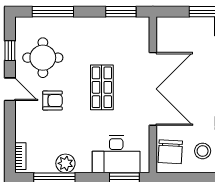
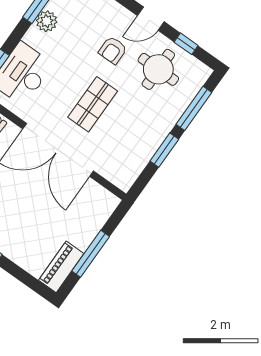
window: (121, 12) -> (164, 150), moved
shop shelf: (102, 87) -> (93, 104), turned 90

